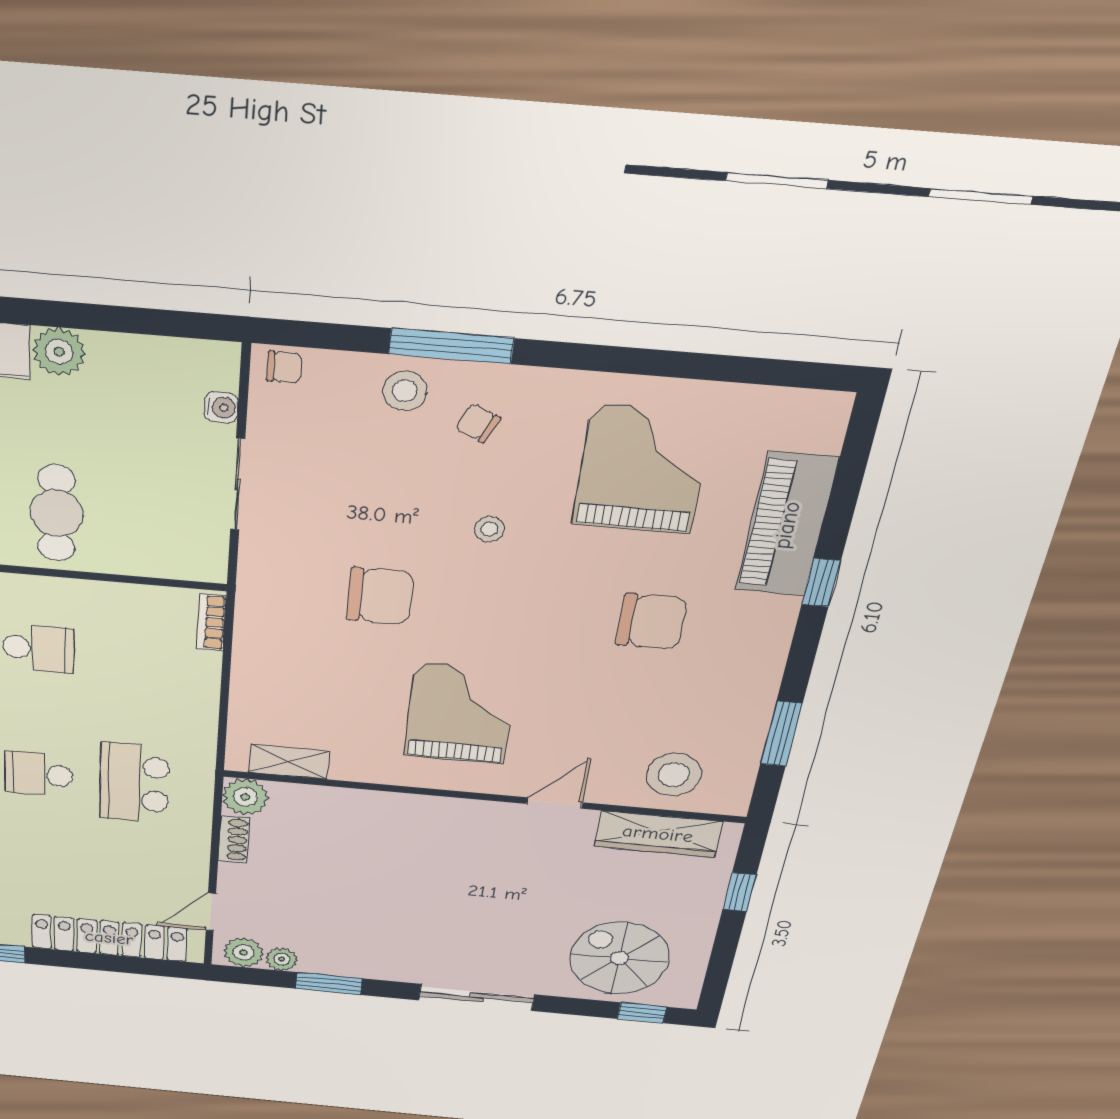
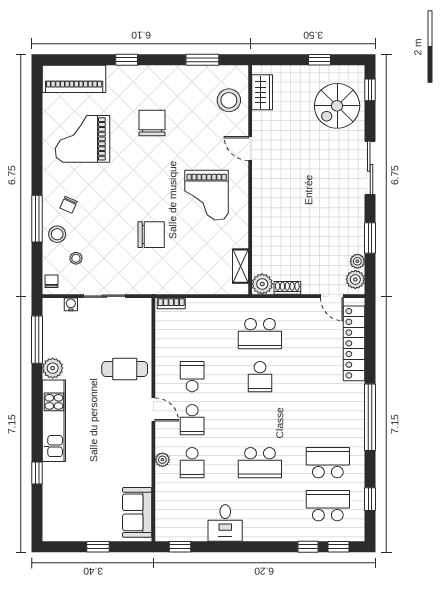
window: (133, 320) -> (37, 340), added
piano: (787, 525) -> (74, 79), moved
stool: (489, 529) -> (76, 258), moved
chair: (380, 596) -> (151, 235), turned 90
grand piano: (460, 713) -> (207, 195), turned -90
wardrobe: (658, 834) -> (262, 92), width x0.67
window: (739, 892) -> (319, 60), moved

